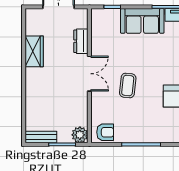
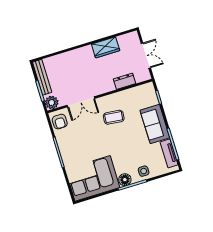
double door: (89, 74) -> (81, 102), moved
coffee table: (128, 85) -> (114, 117), moved
bench: (41, 137) -> (42, 77), width x1.36

